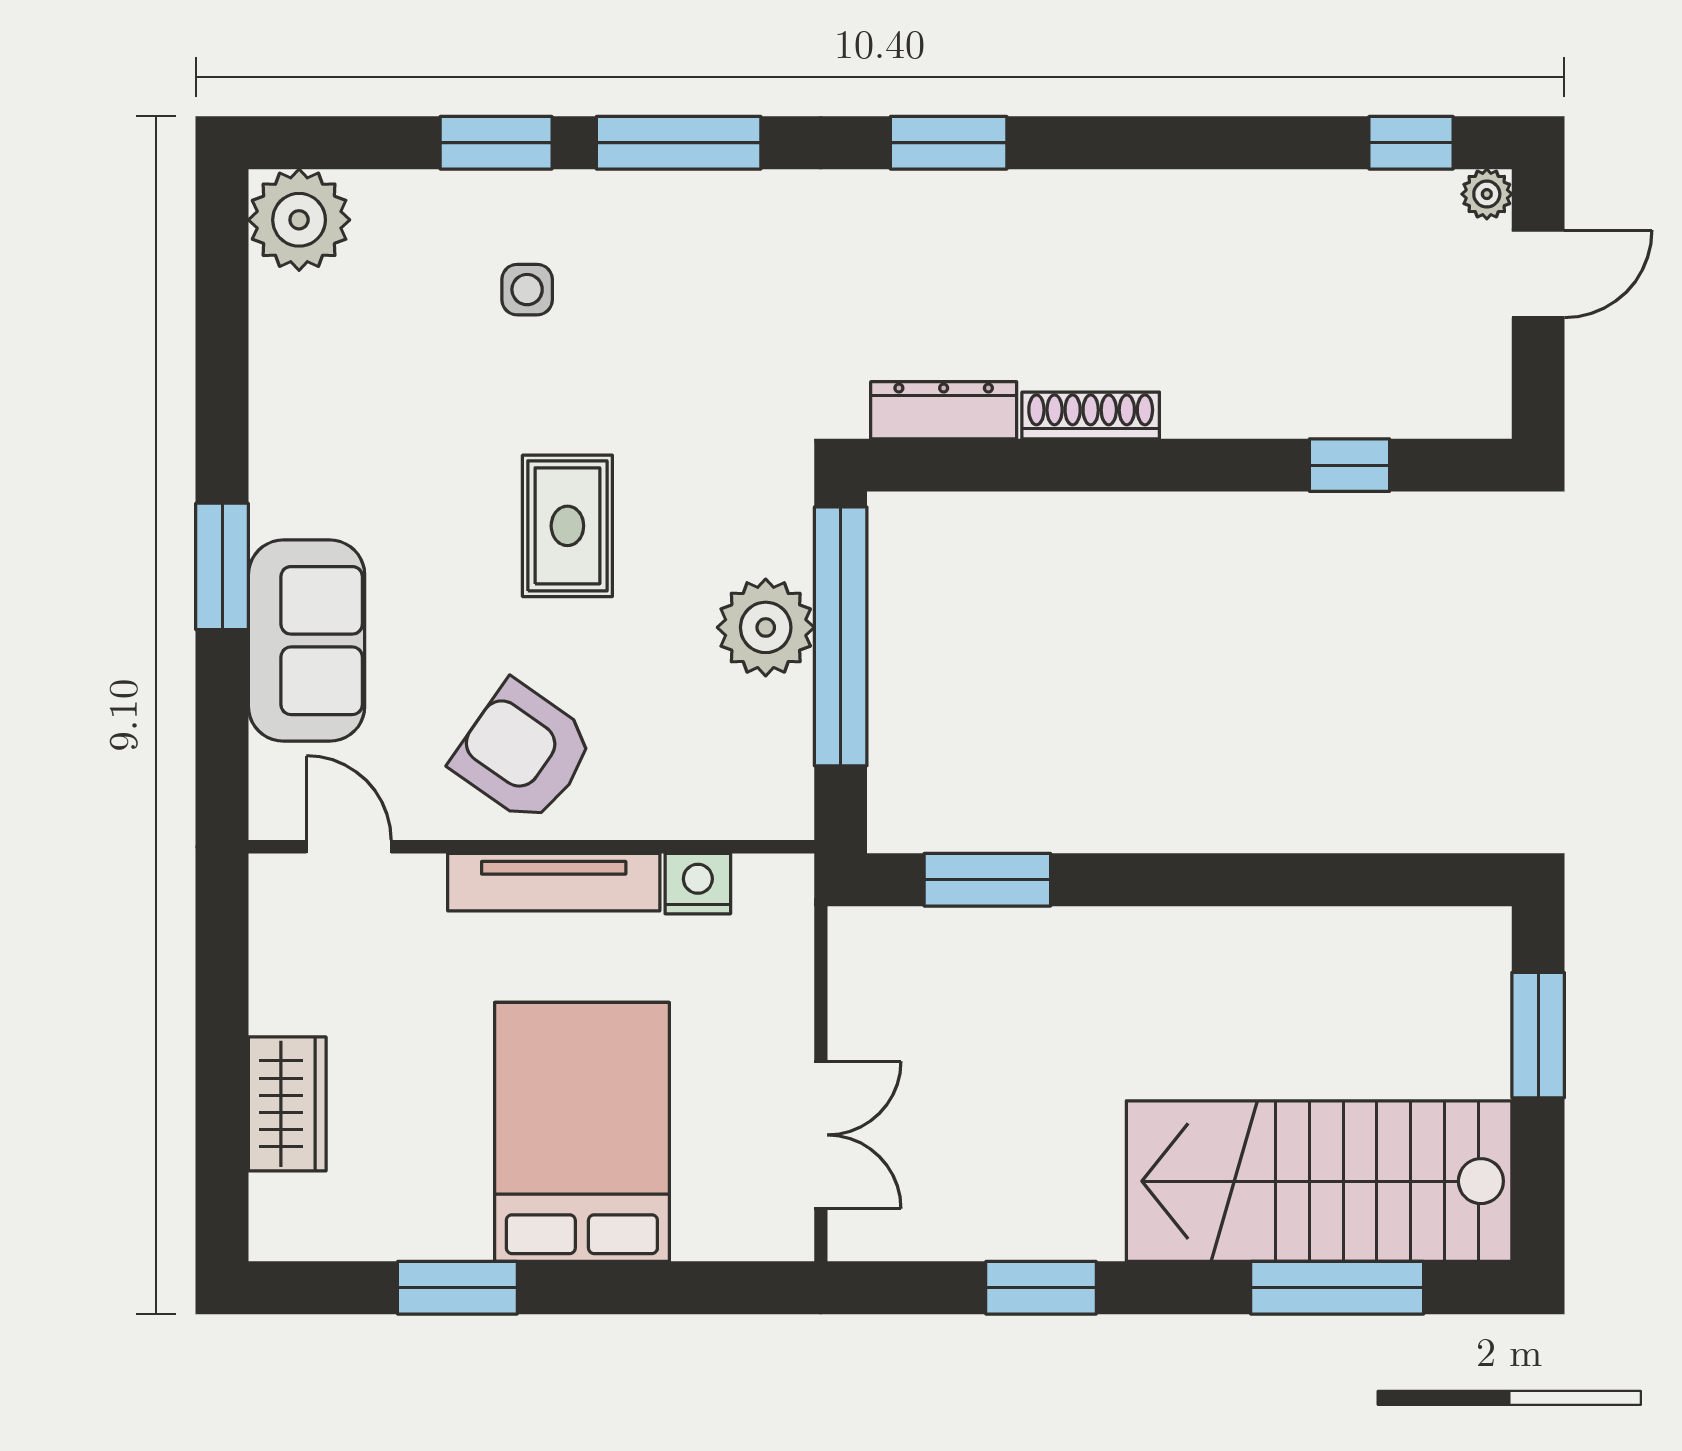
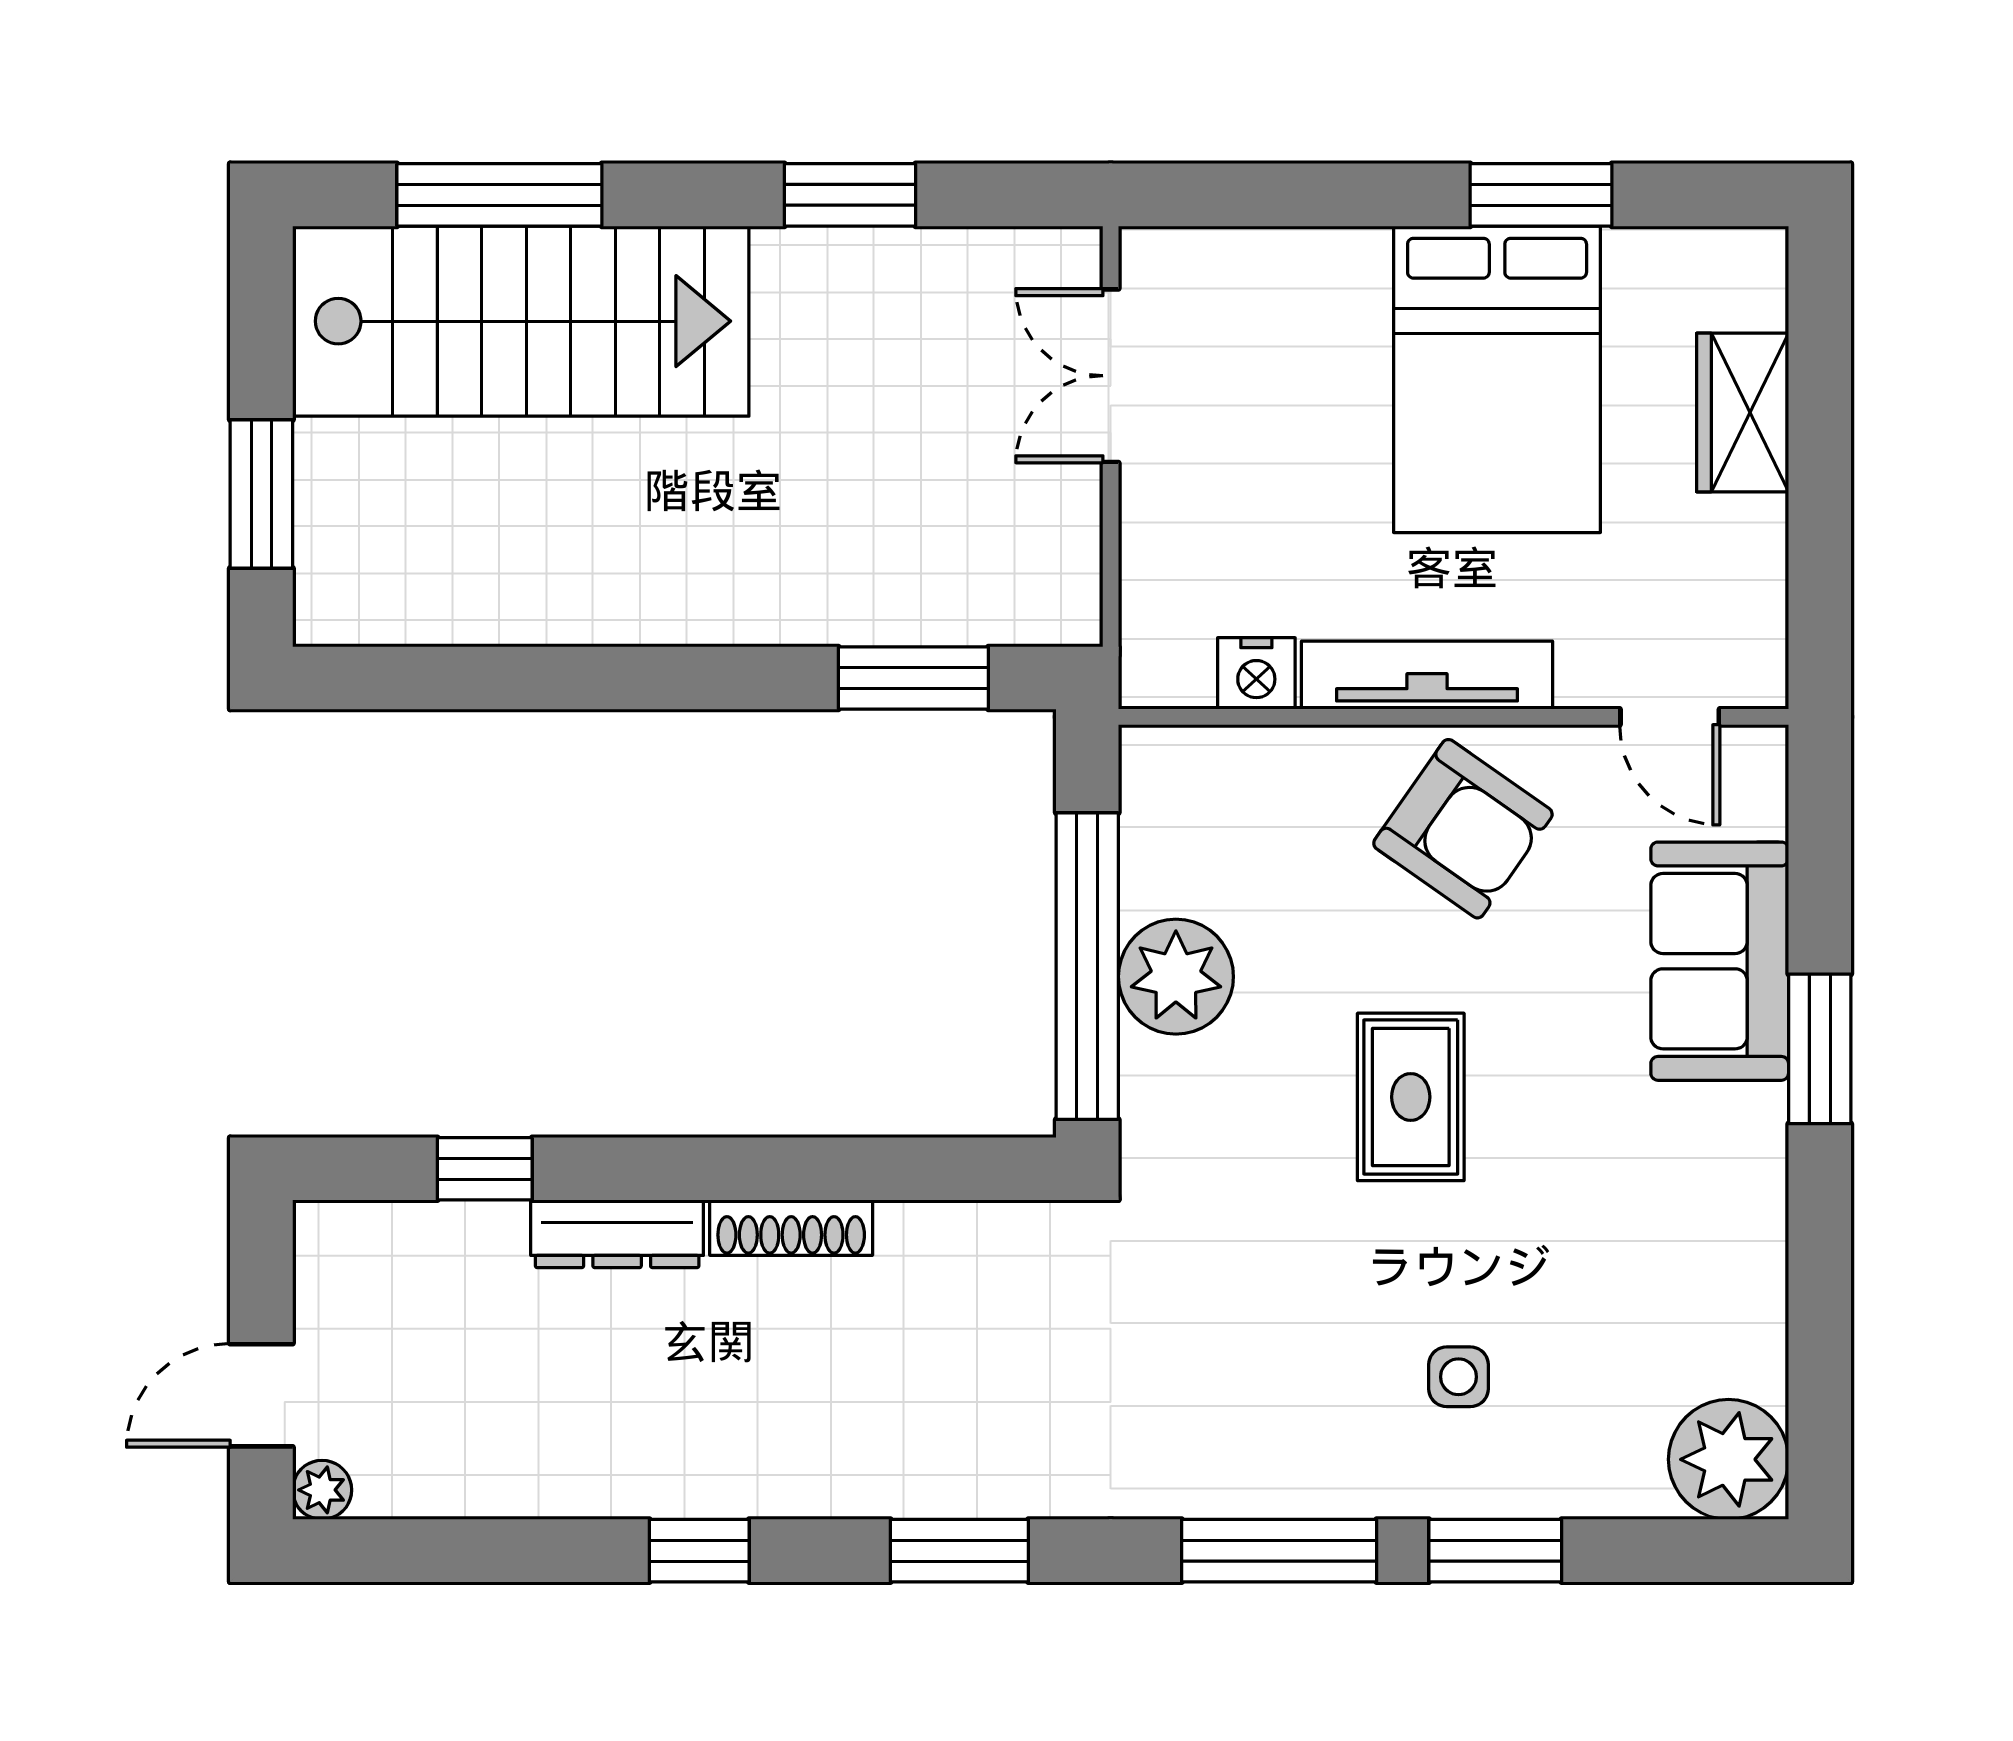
window: (1411, 143) -> (699, 1551), moved
dresser: (944, 410) -> (617, 1234), moved
bed: (582, 1132) -> (1497, 379), moved

